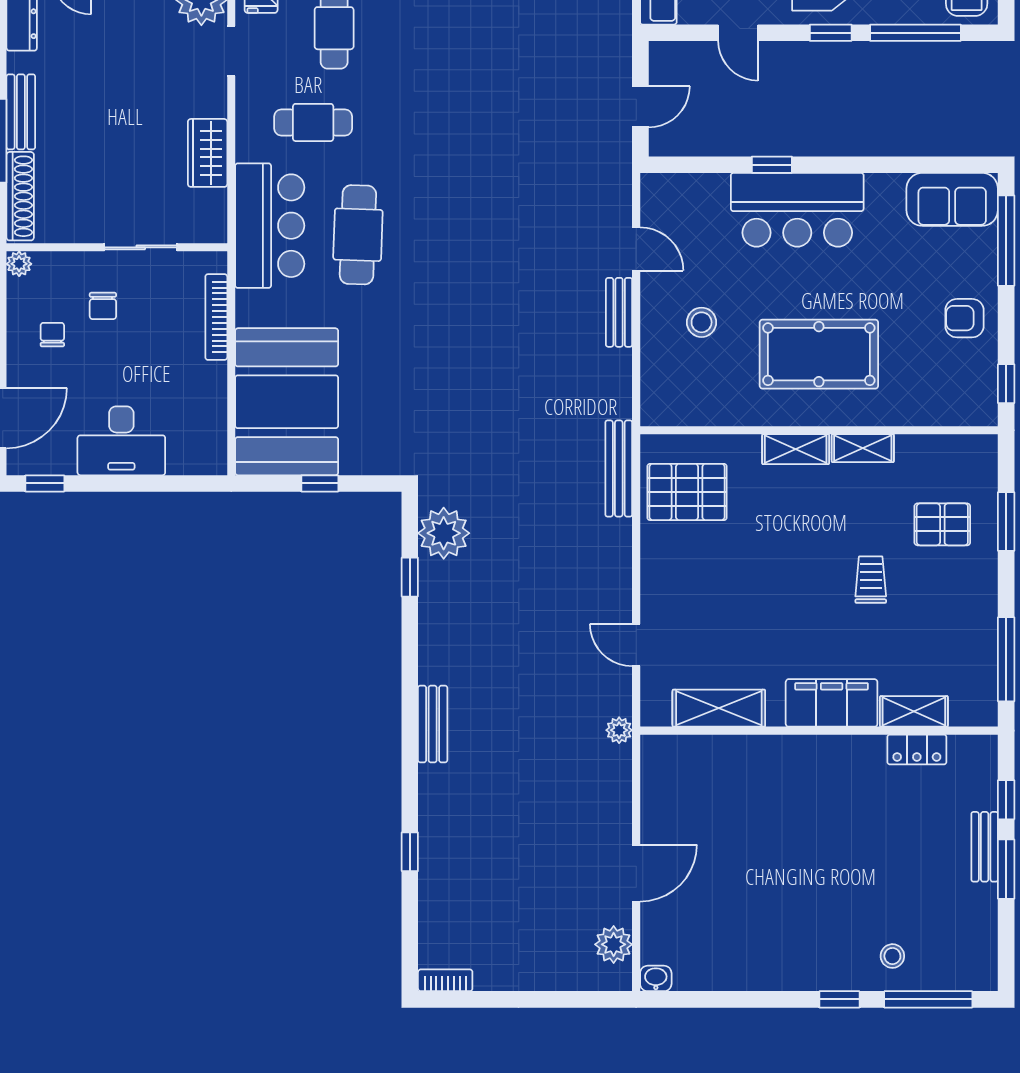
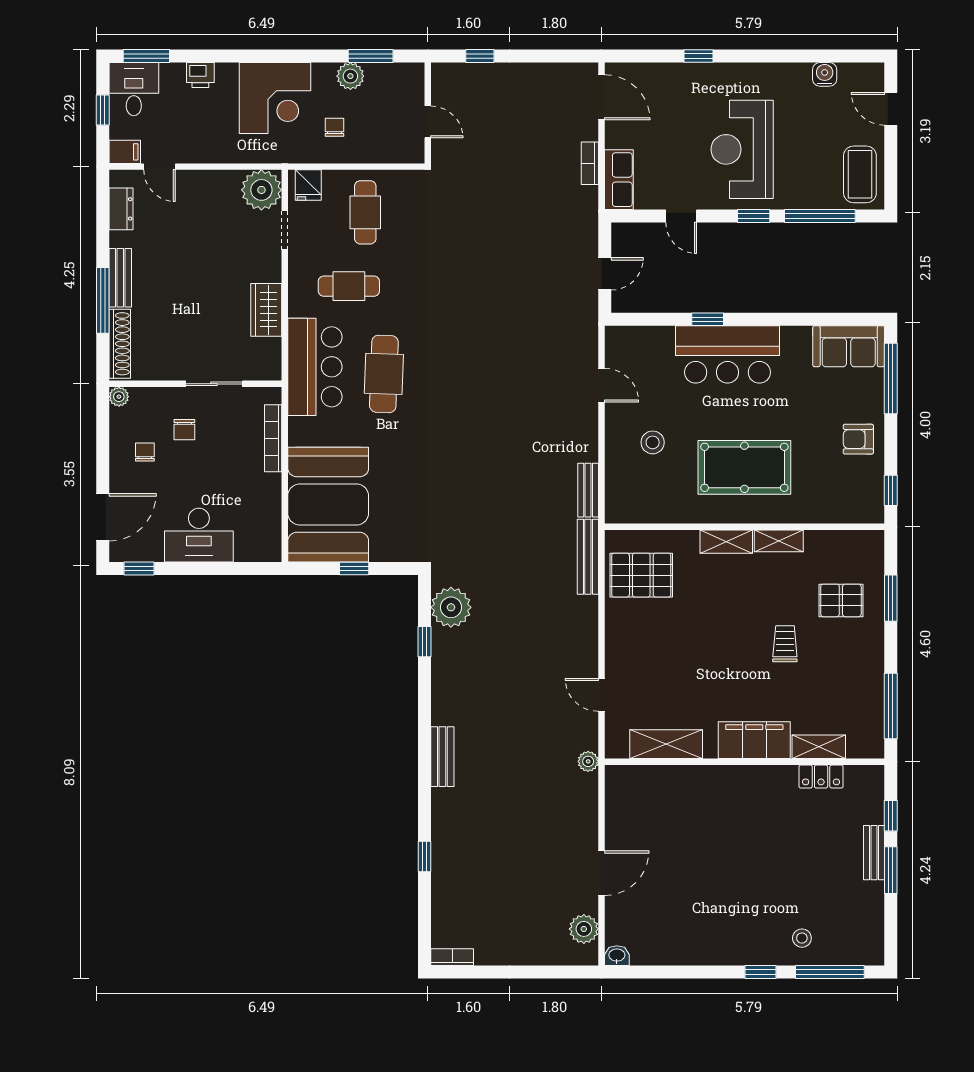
bench: (619, 312) -> (588, 490), moved

